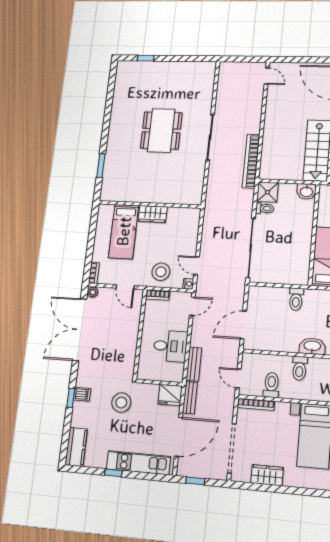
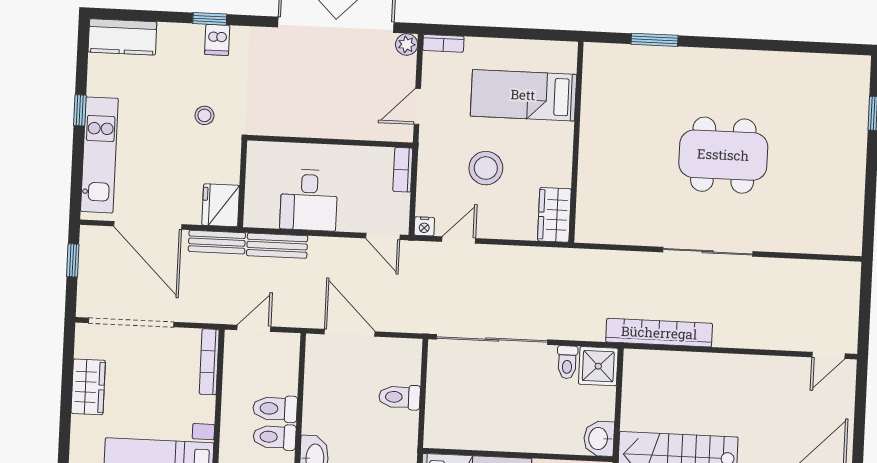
wardrobe: (153, 214) -> (554, 215), moved
stool: (161, 272) -> (486, 168), moved
toilet: (296, 299) -> (400, 397), moved
toilet: (271, 385) -> (275, 409), moved, turned 180
stool: (121, 403) -> (204, 115), width x0.53, depth x0.53

